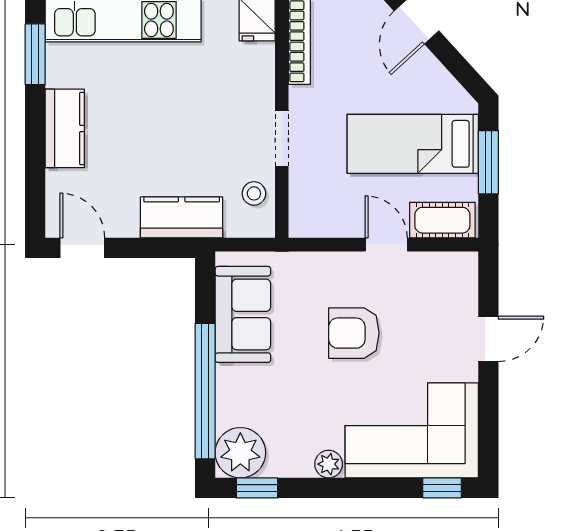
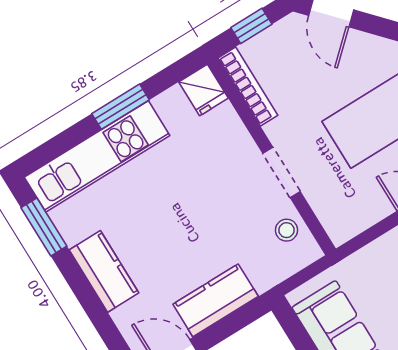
kitchen counter: (182, 217) -> (216, 300), moved

